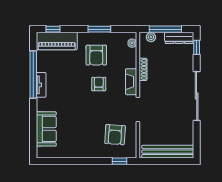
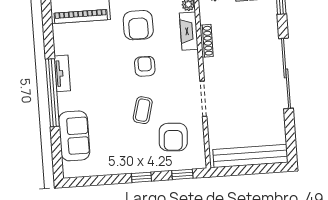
window: (33, 74) -> (52, 93), moved
fireplace: (131, 82) -> (189, 31), moved
coffee table: (95, 114) -> (143, 110), added
window: (91, 161) -> (141, 177), added

